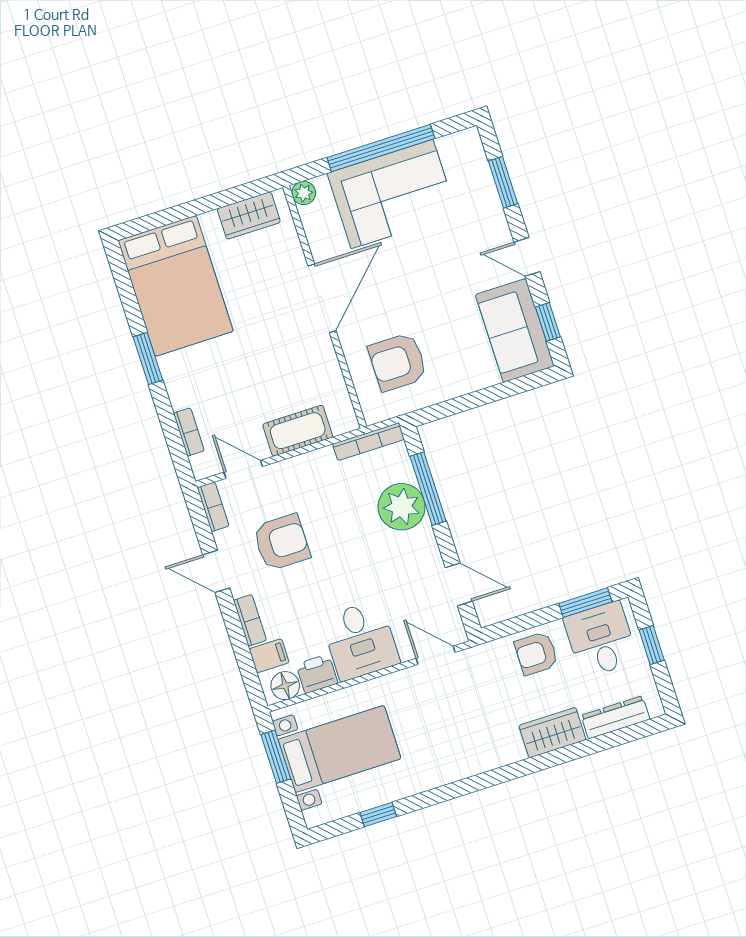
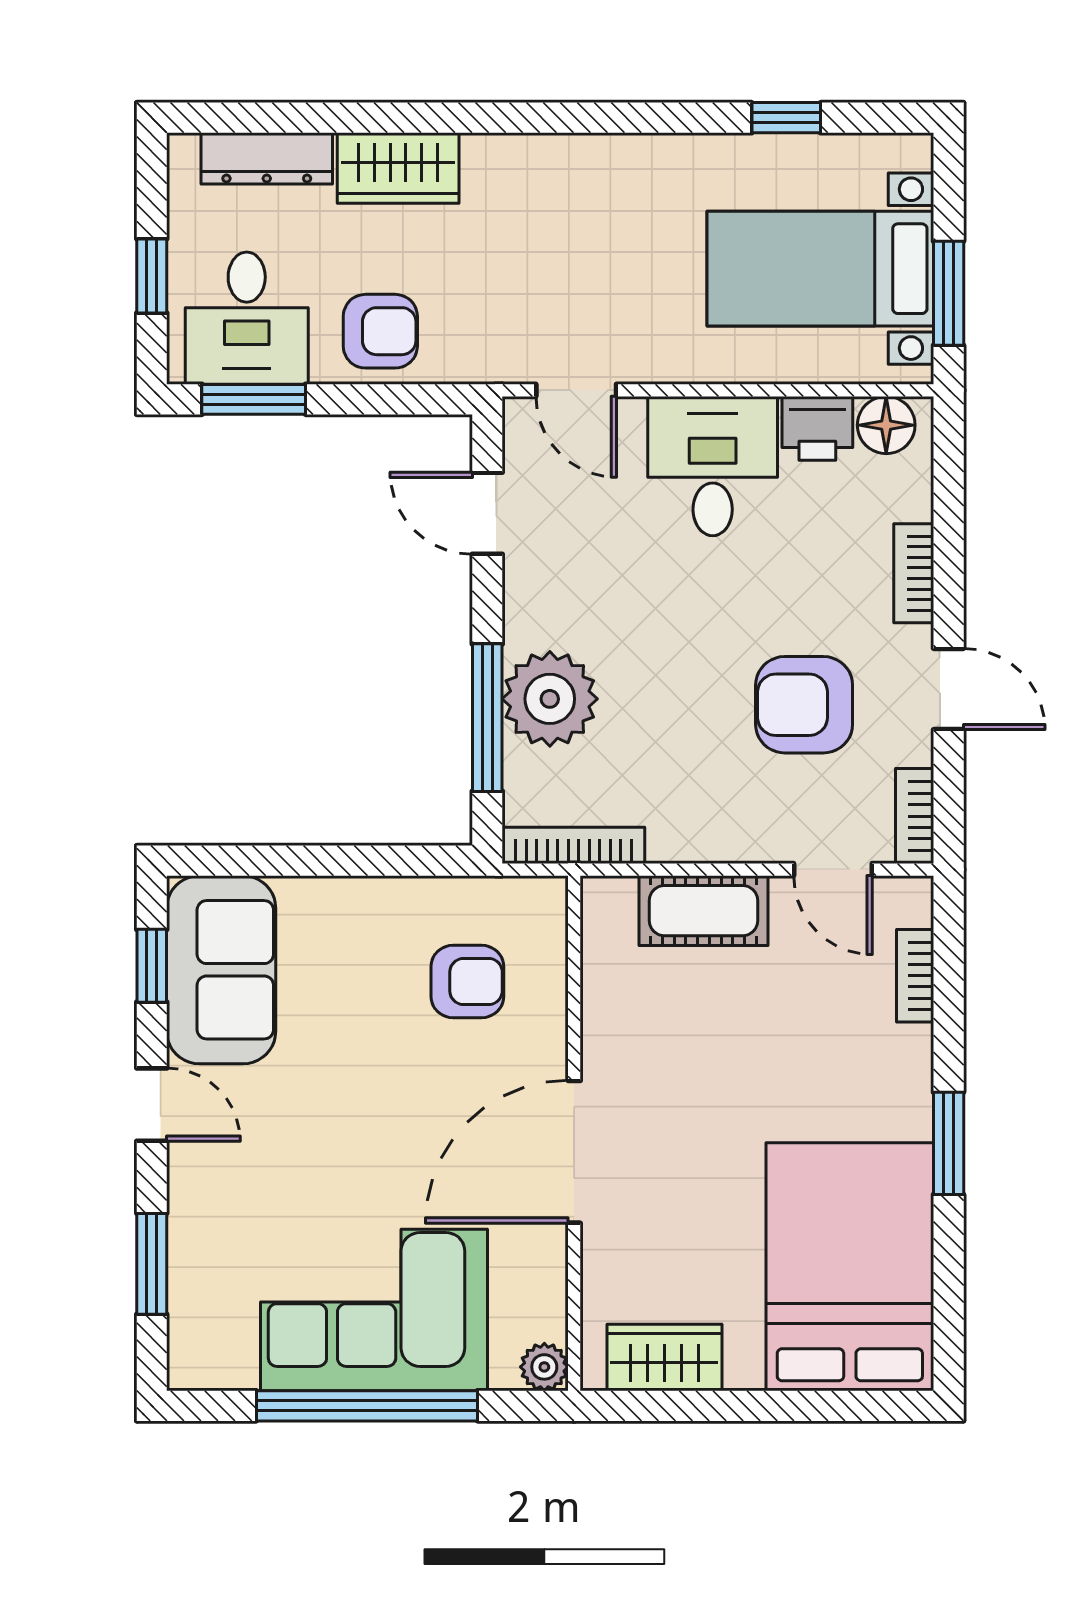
armchair: (398, 362) -> (467, 982), width x0.72, depth x0.72
filing cabinet: (269, 656) -> (899, 493), removed

